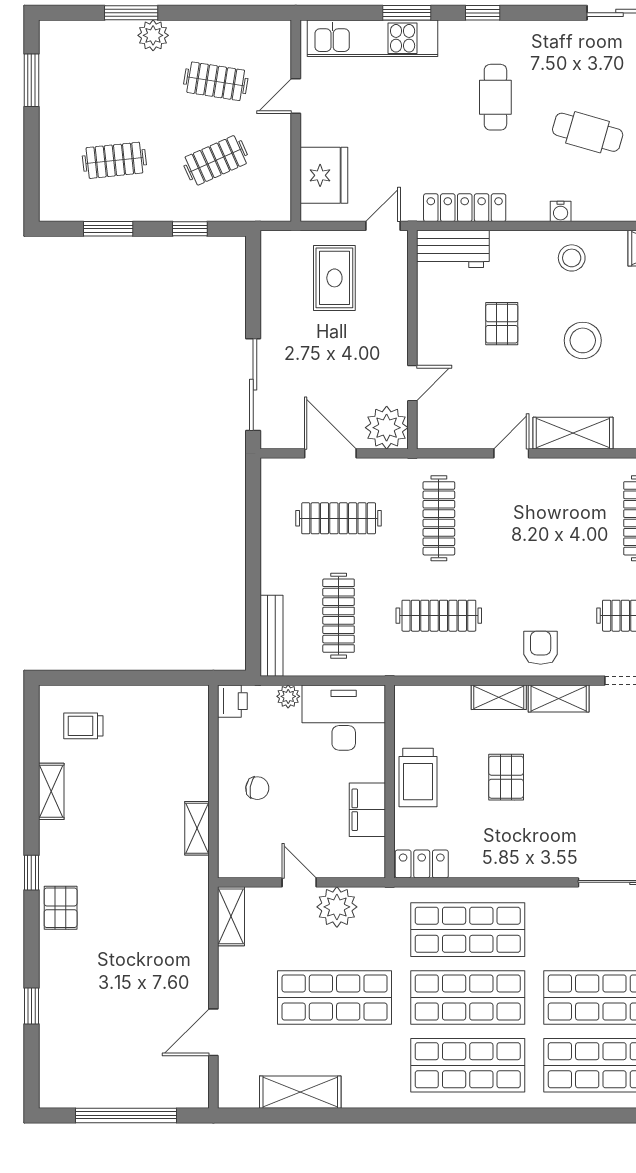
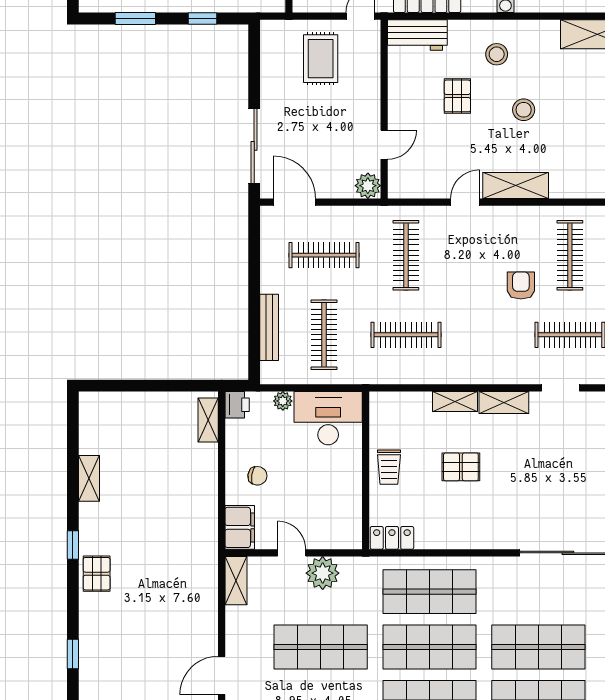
stool: (572, 258) -> (497, 54), moved
stool: (583, 340) -> (524, 110), width x0.73, depth x0.73
plant: (387, 428) -> (368, 186), width x0.73, depth x0.73
door: (330, 453) -> (294, 202), moved
bench: (272, 636) -> (269, 327), moved
armchair: (541, 648) -> (521, 286), moved
trolley: (83, 726) -> (115, 425), removed
trolley: (418, 777) -> (389, 467), width x0.73, depth x0.72
pallet: (506, 777) -> (461, 467), turned 90
filing cabinet: (367, 810) -> (240, 527), moved, turned 180
shelving: (197, 828) -> (208, 420), moved

